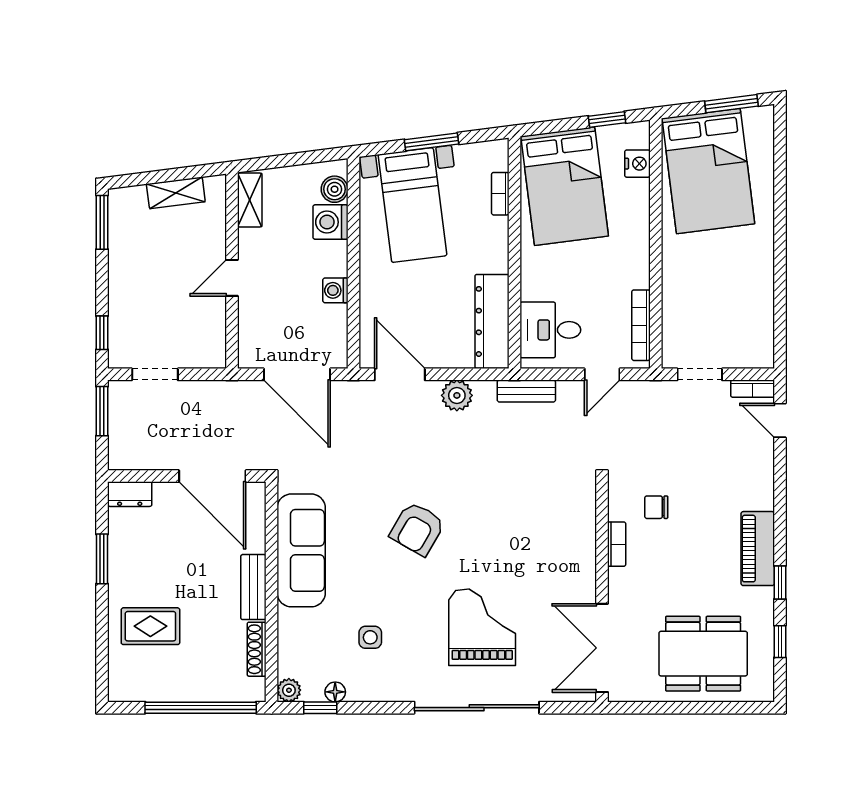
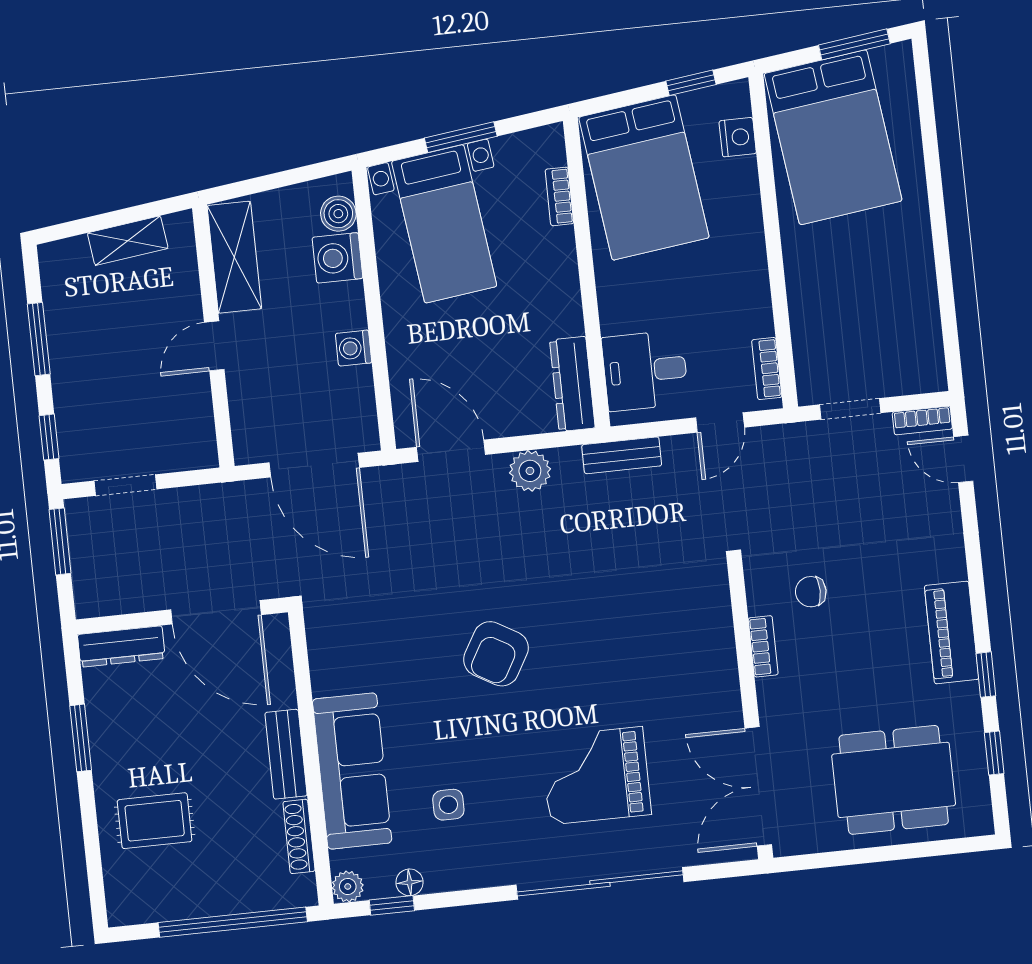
shelving: (250, 200) -> (234, 257), width x1.50, depth x1.33
window: (102, 222) -> (39, 339), moved
dresser: (492, 321) -> (572, 384), width x0.73, depth x0.80
bookcase: (641, 325) -> (767, 369), width x0.64
dresser: (130, 494) -> (121, 646), width x1.44
sofa: (301, 550) -> (352, 771), moved
grand piano: (482, 627) -> (596, 776), turned -90

